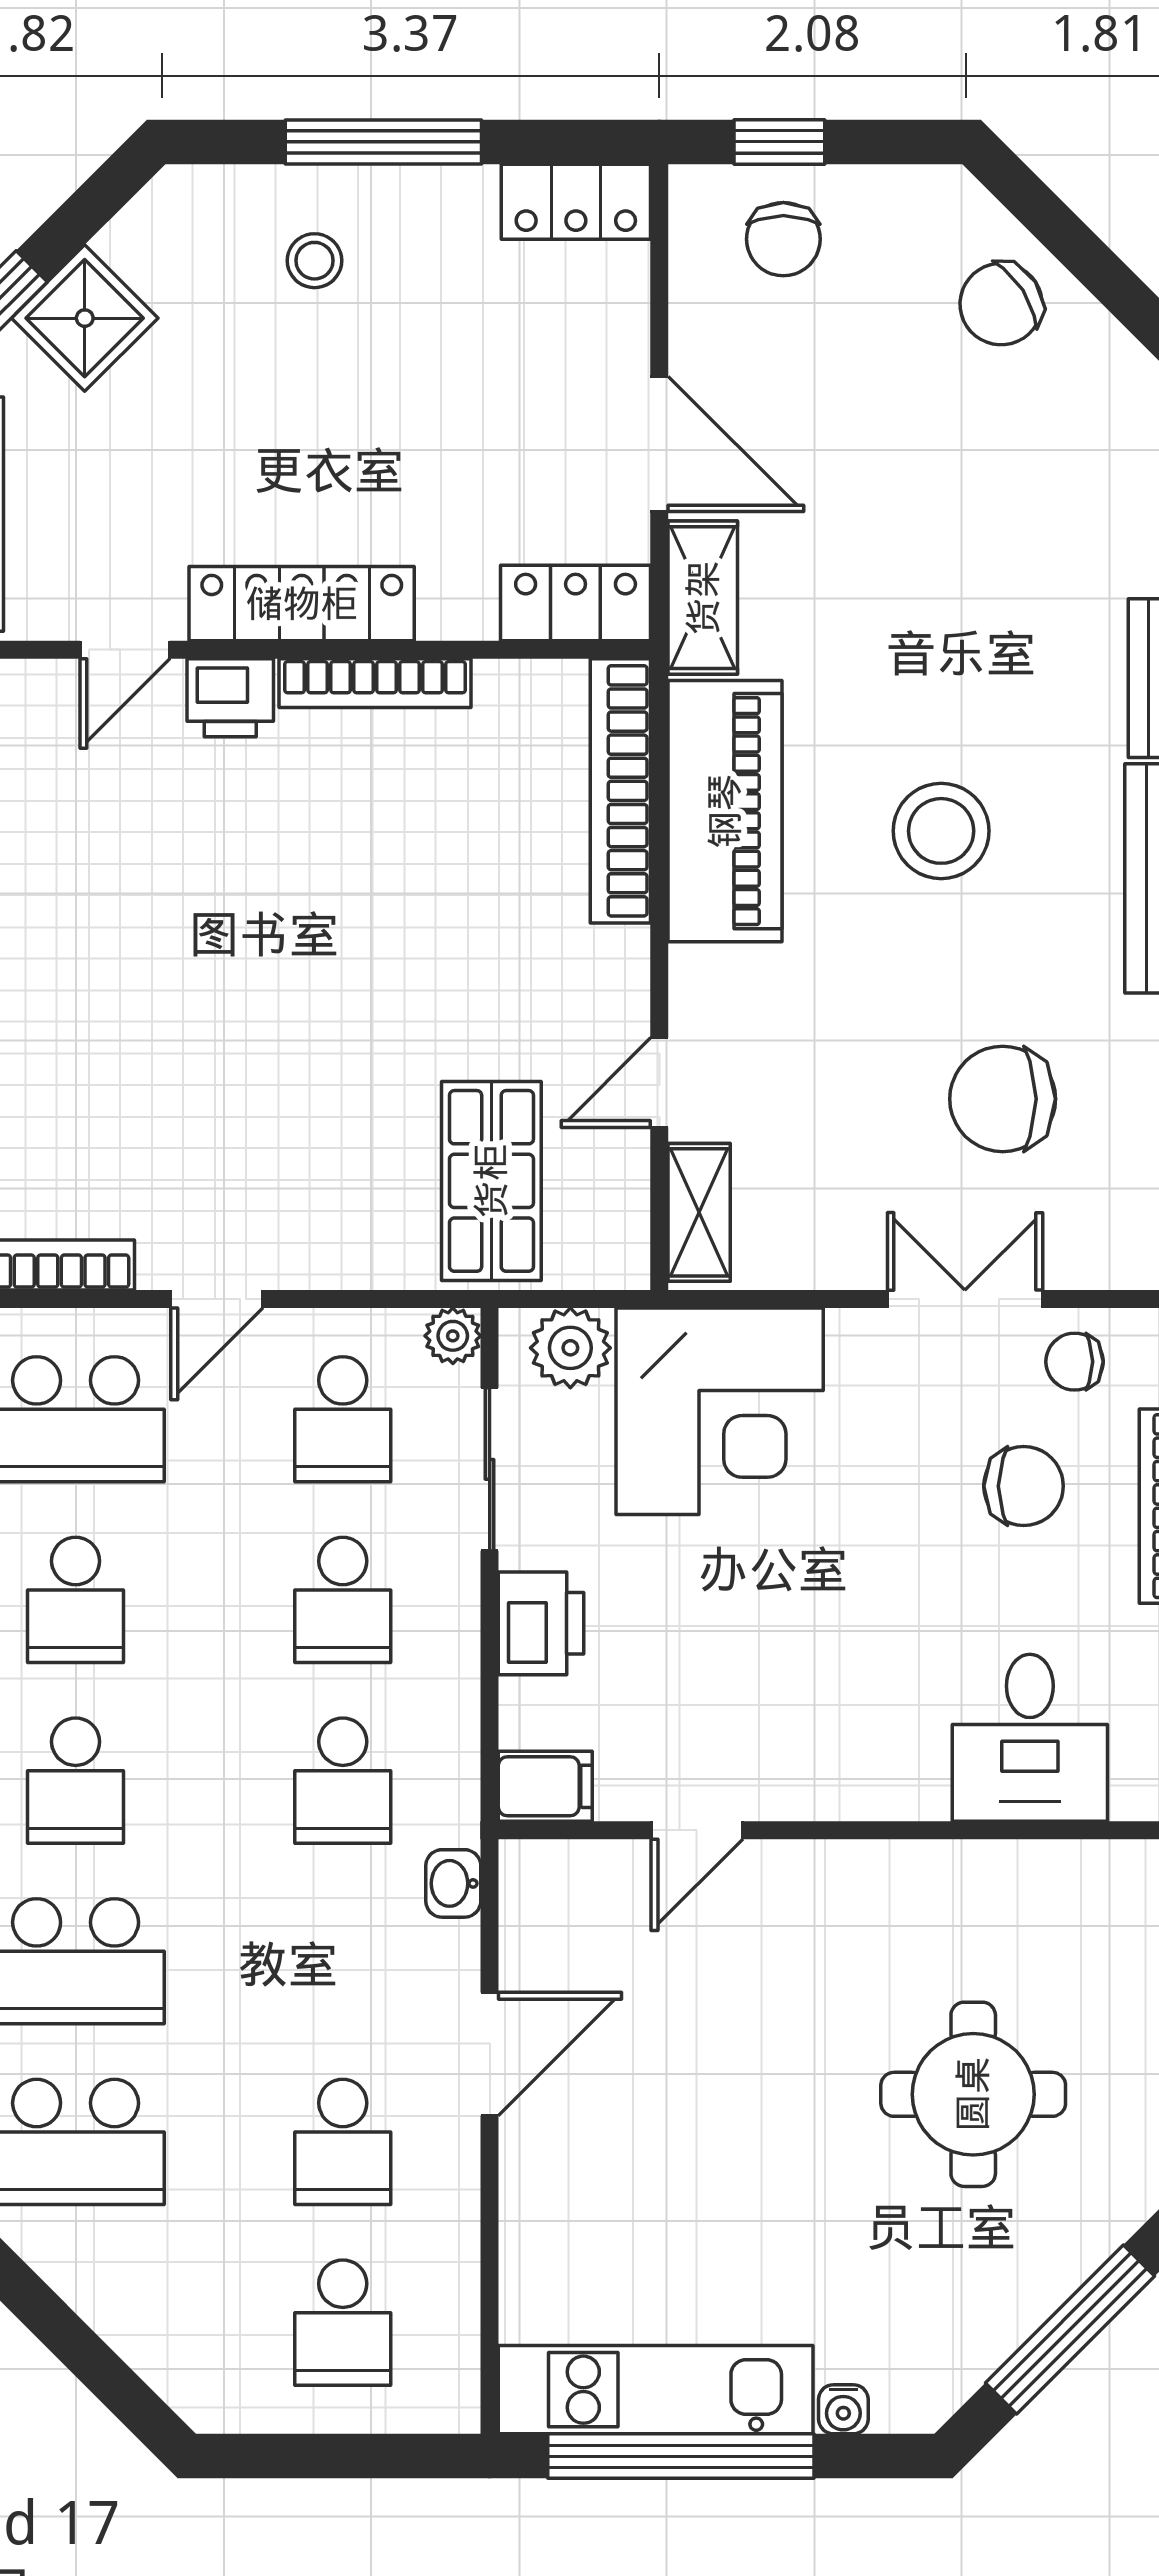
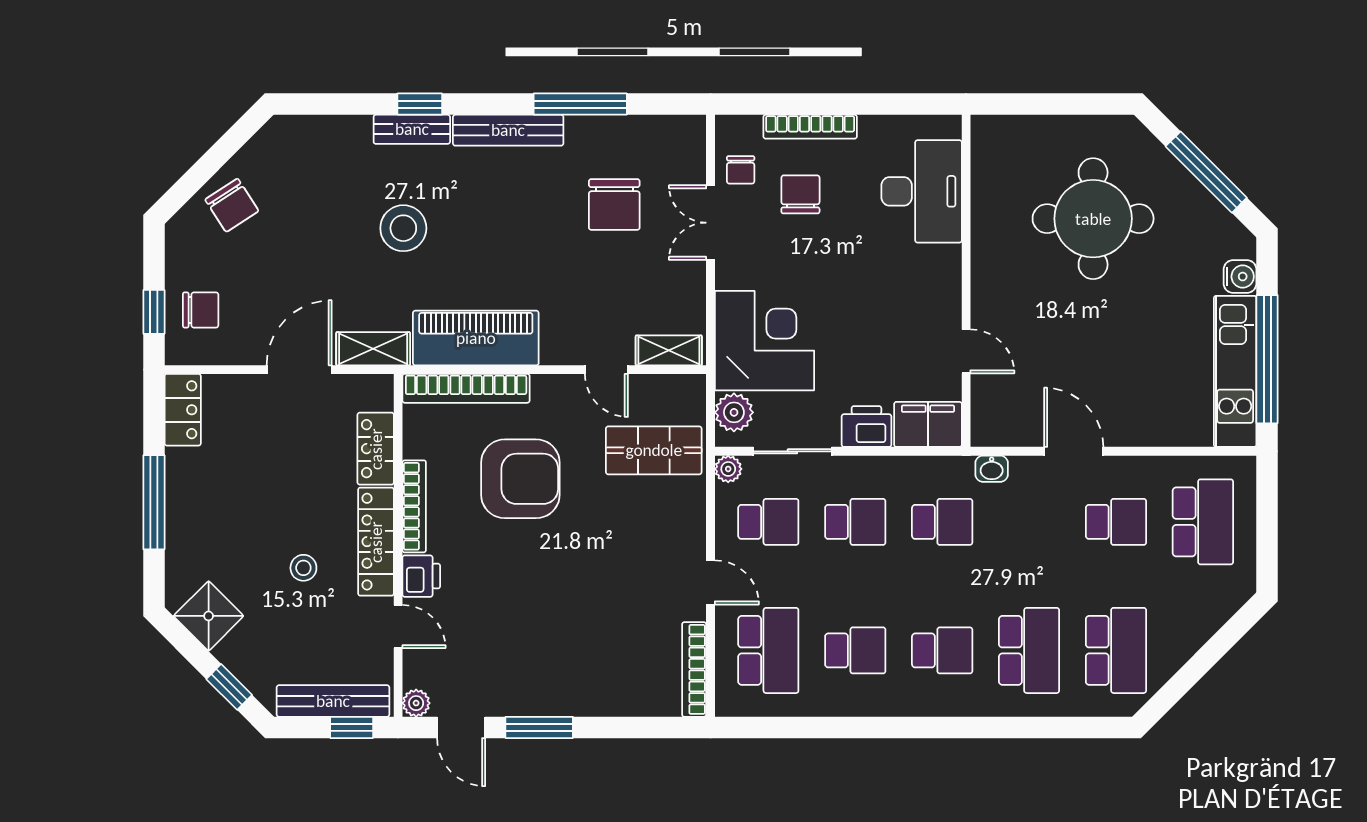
stool: (314, 261) -> (303, 568), moved
shower: (85, 318) -> (209, 616), moved
locker: (576, 603) -> (376, 449), moved
stool: (941, 831) -> (403, 228), moved
armchair: (432, 904) -> (520, 479), added
desk: (1030, 1738) -> (922, 191), width x1.37
filing cabinet: (545, 1786) -> (928, 424), width x2.00
round table: (973, 2094) -> (1093, 219), width x1.36, depth x1.36
school desk: (343, 2323) -> (1203, 522), width x1.85
water cooler: (843, 2409) -> (1240, 277), width x1.38, depth x1.38

